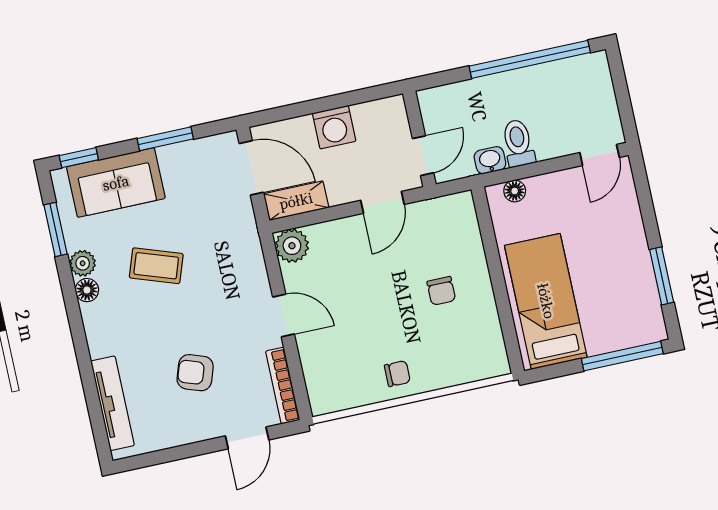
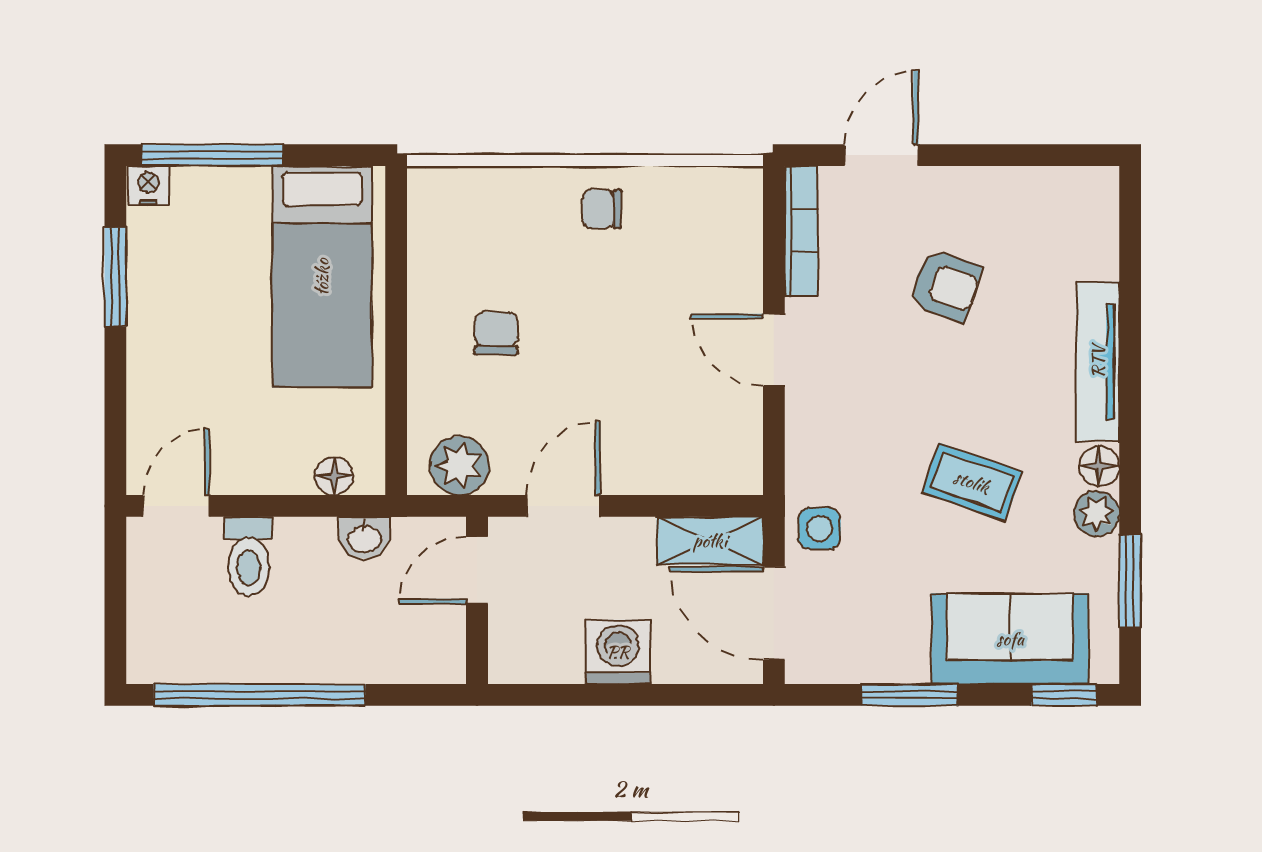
toilet: (518, 143) -> (249, 556), moved
side table: (236, 221) -> (819, 529), added
plant: (292, 246) -> (460, 466), moved
nightstand: (654, 331) -> (149, 185), added
tv unit: (113, 403) -> (1098, 362), moved

